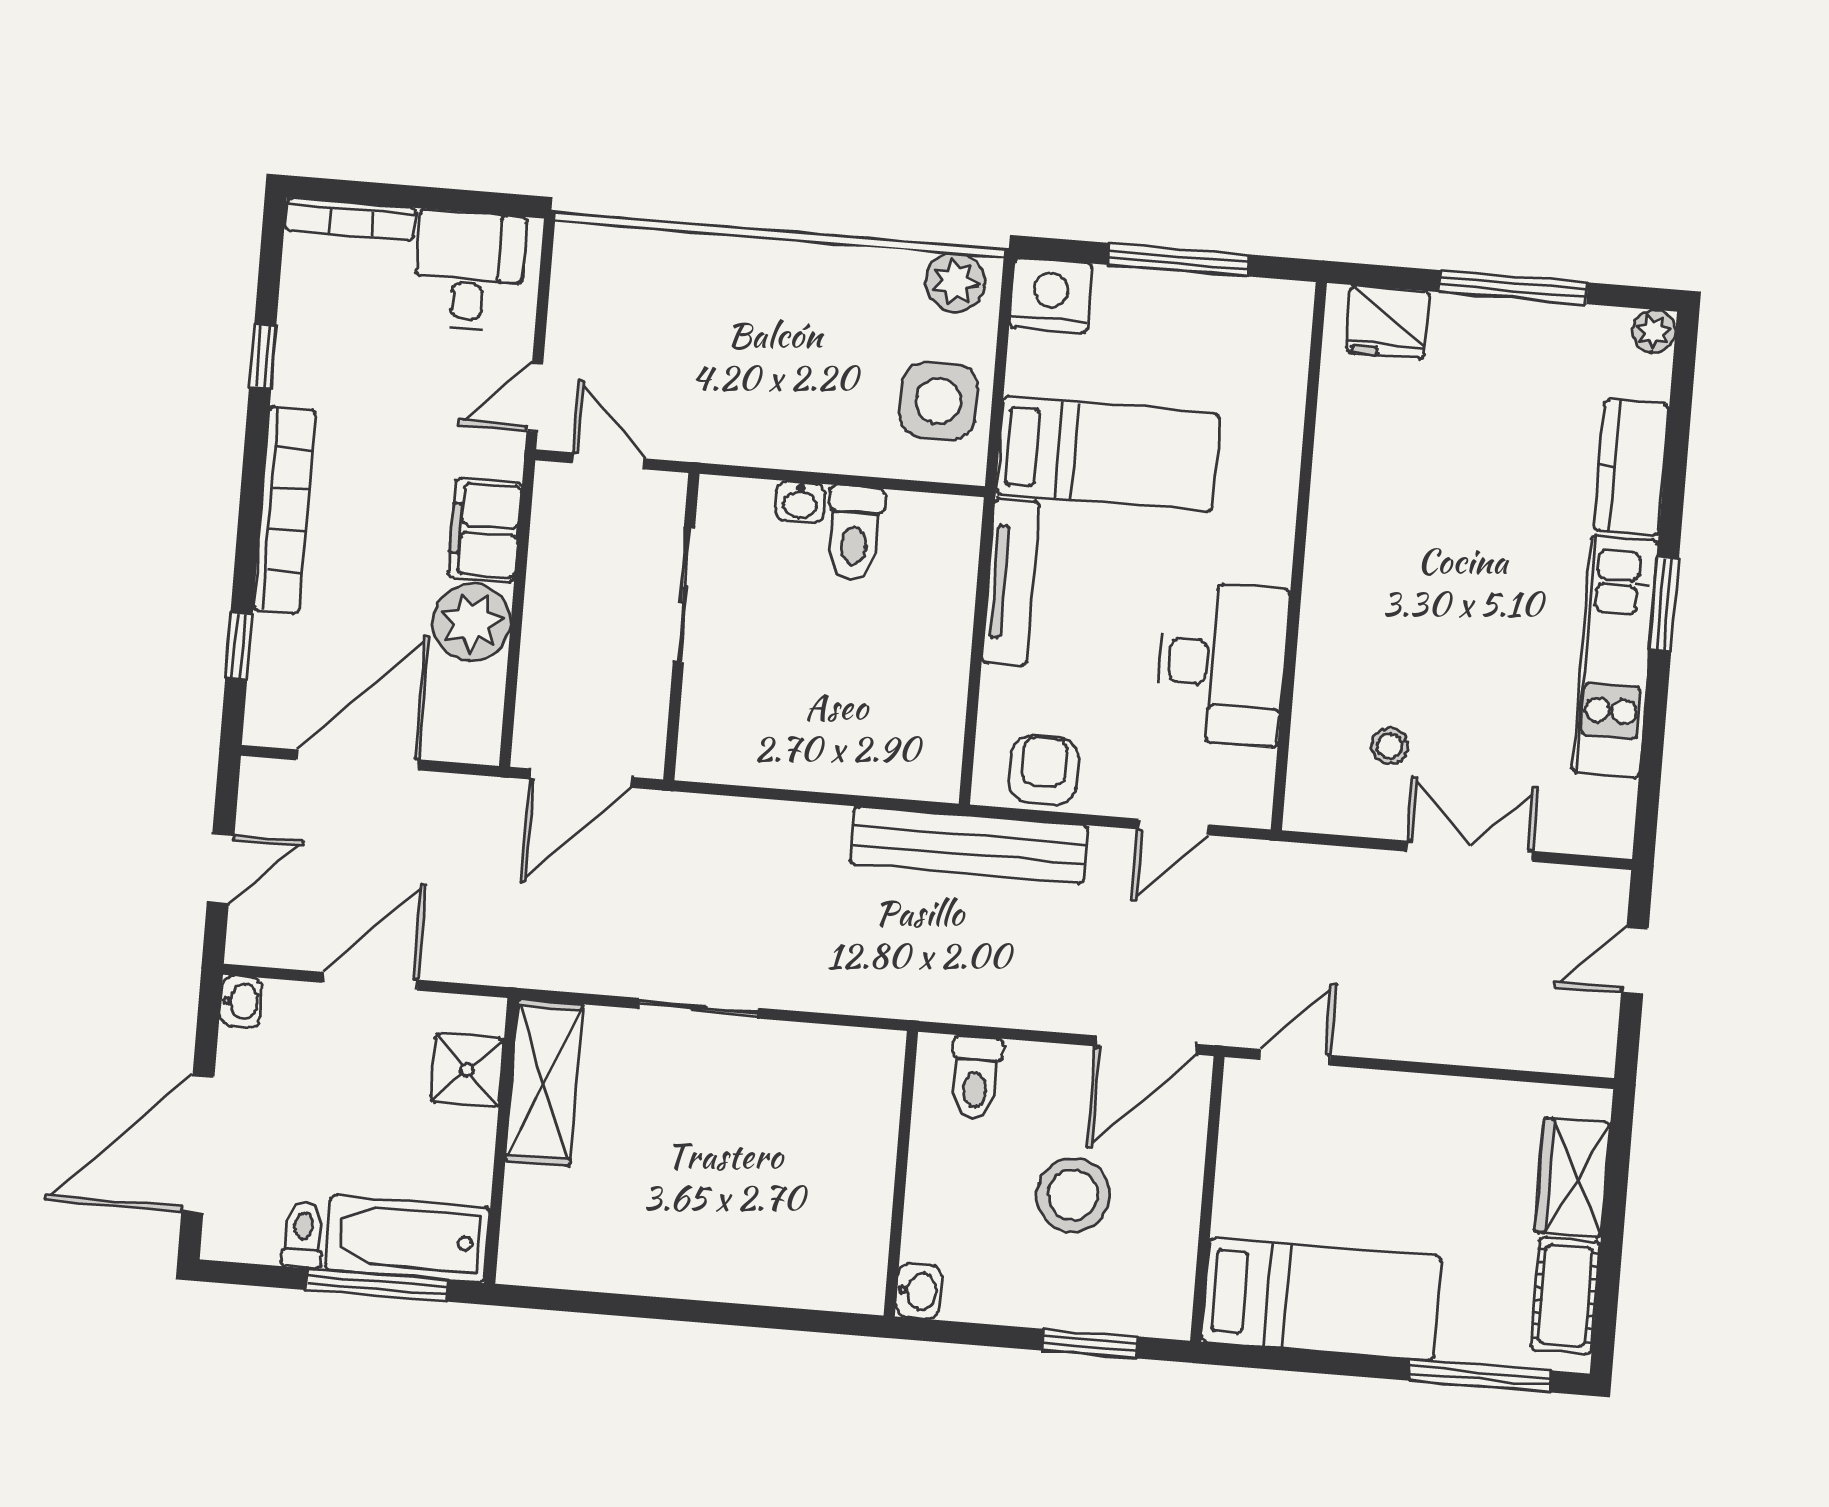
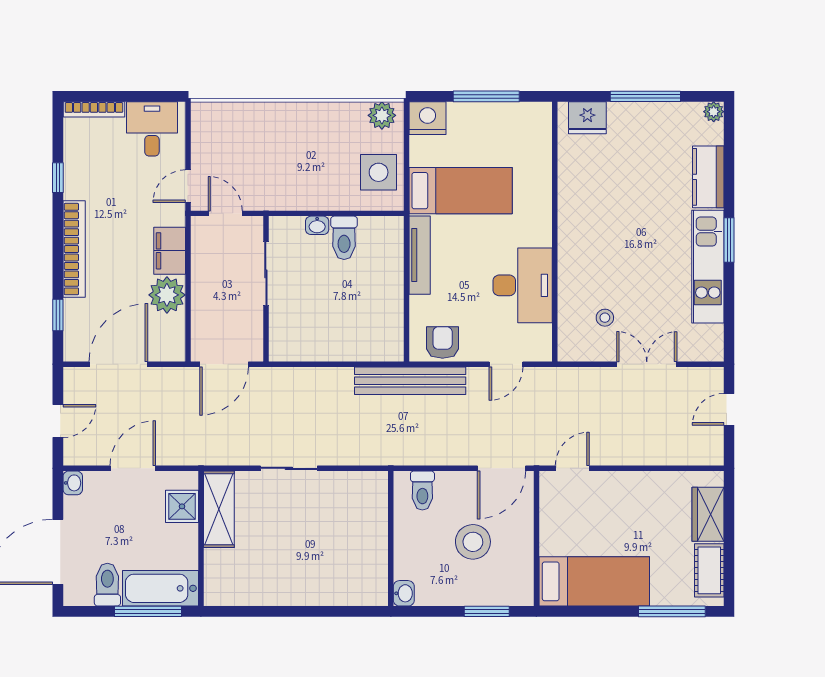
toilet: (303, 1235) -> (107, 585), width x1.37, depth x1.39

